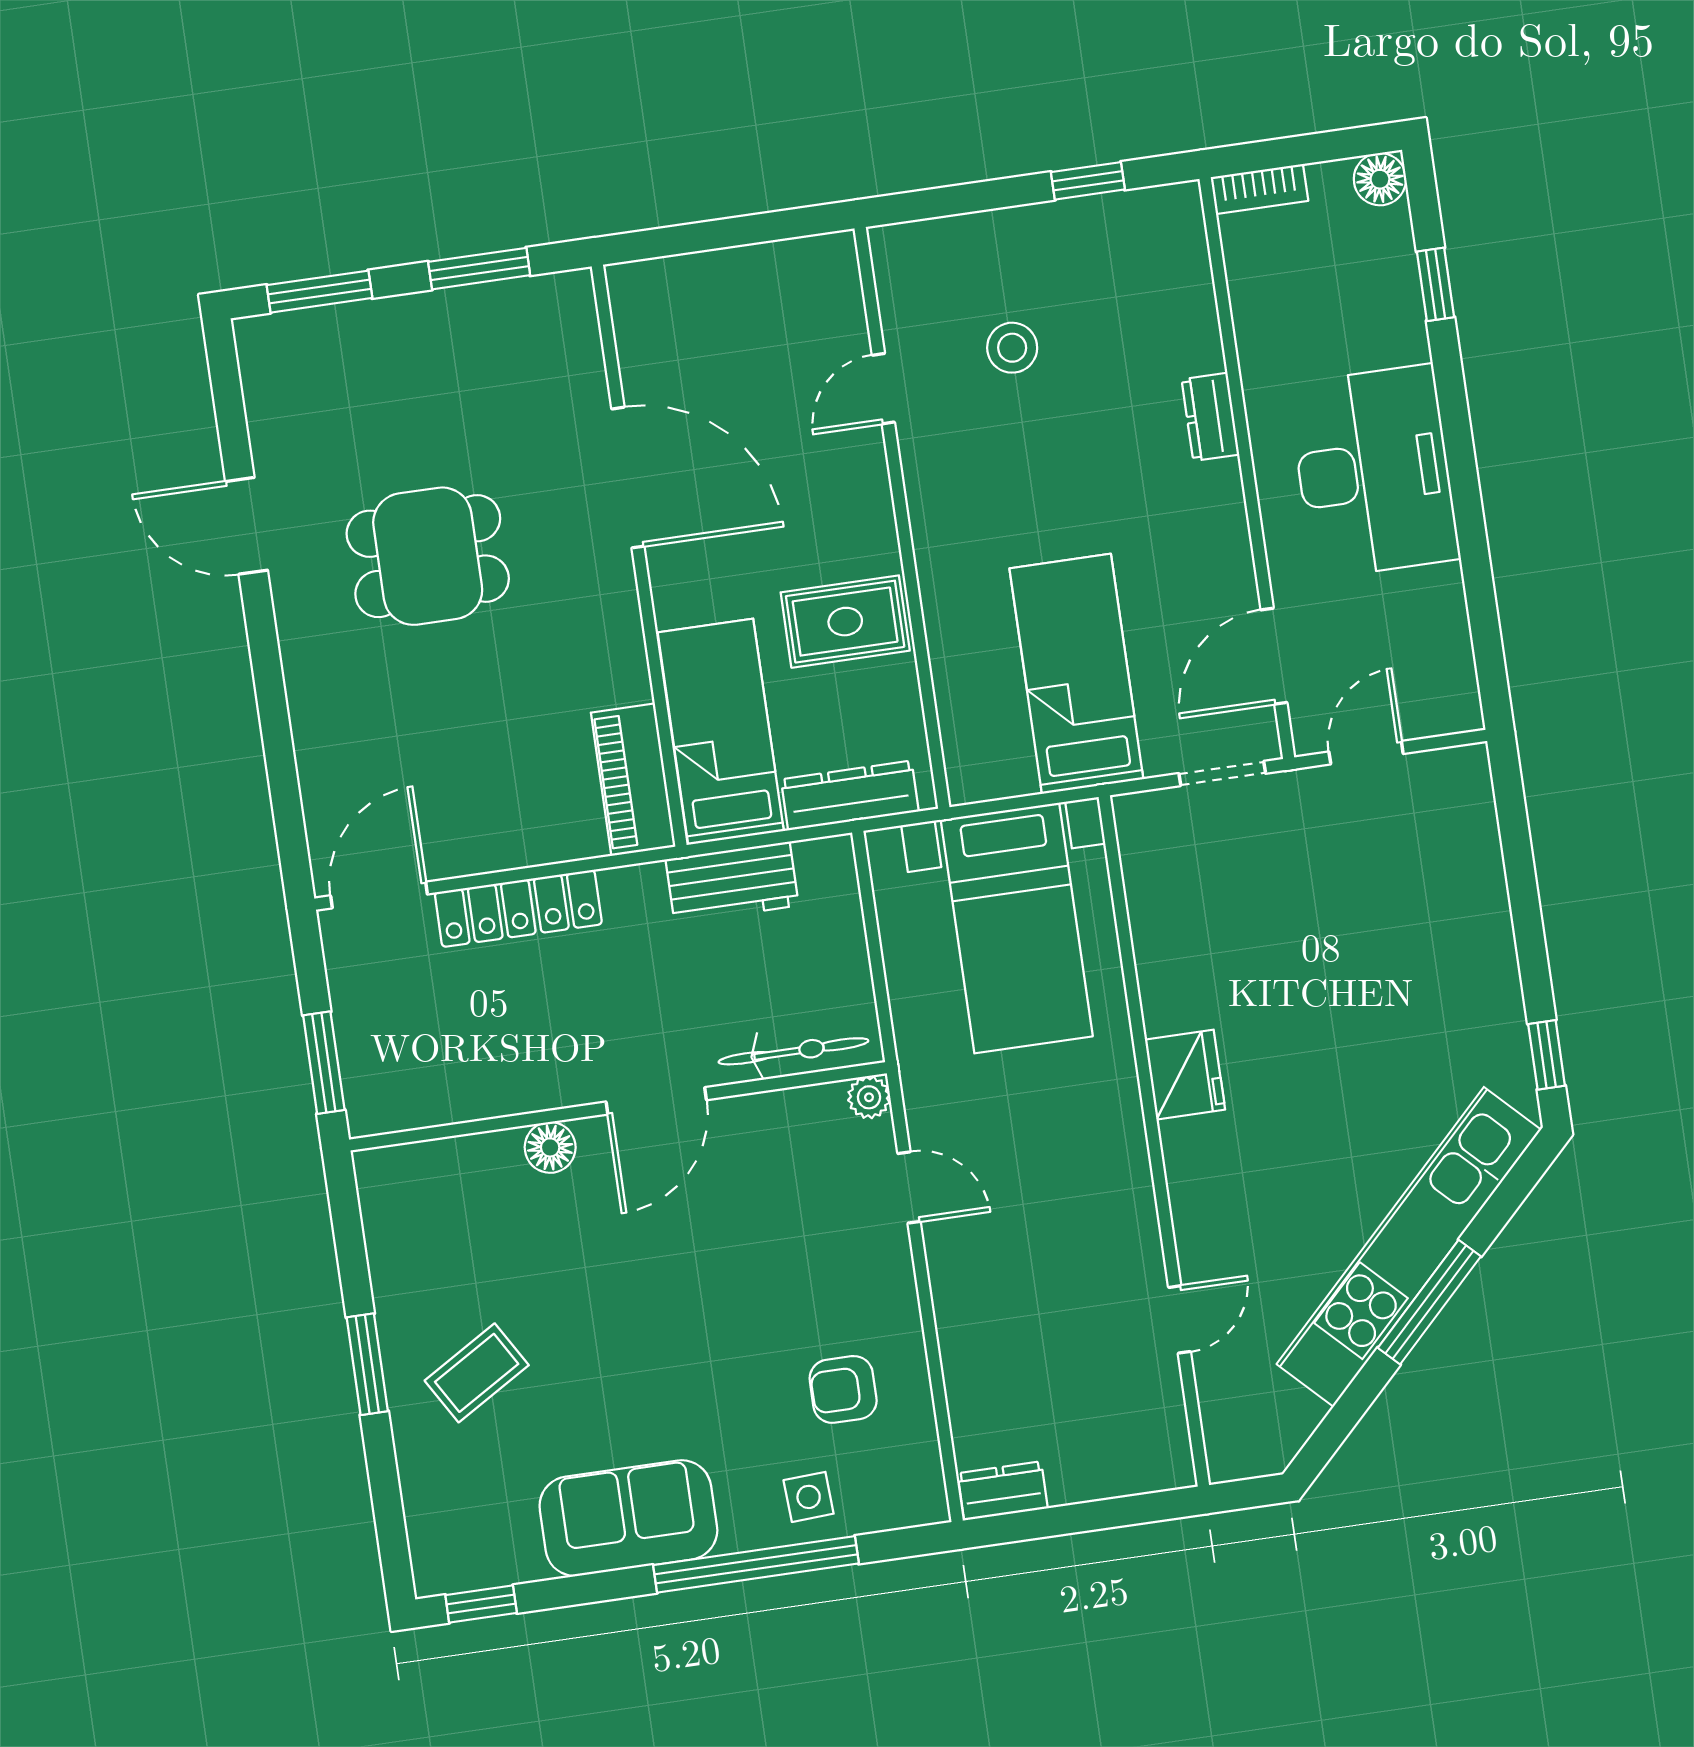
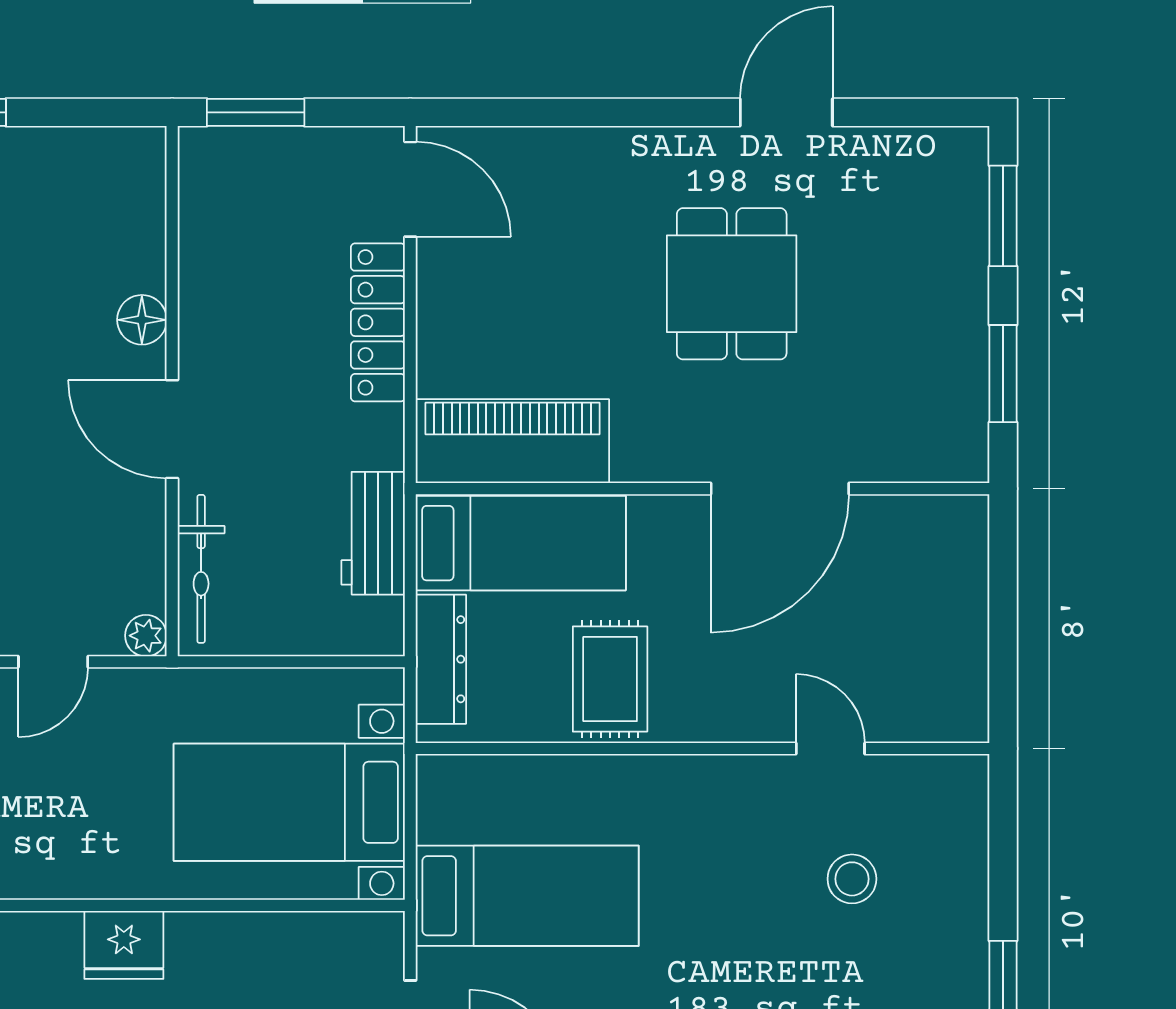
piano: (633, 780) -> (512, 441), width x1.37, depth x1.33

